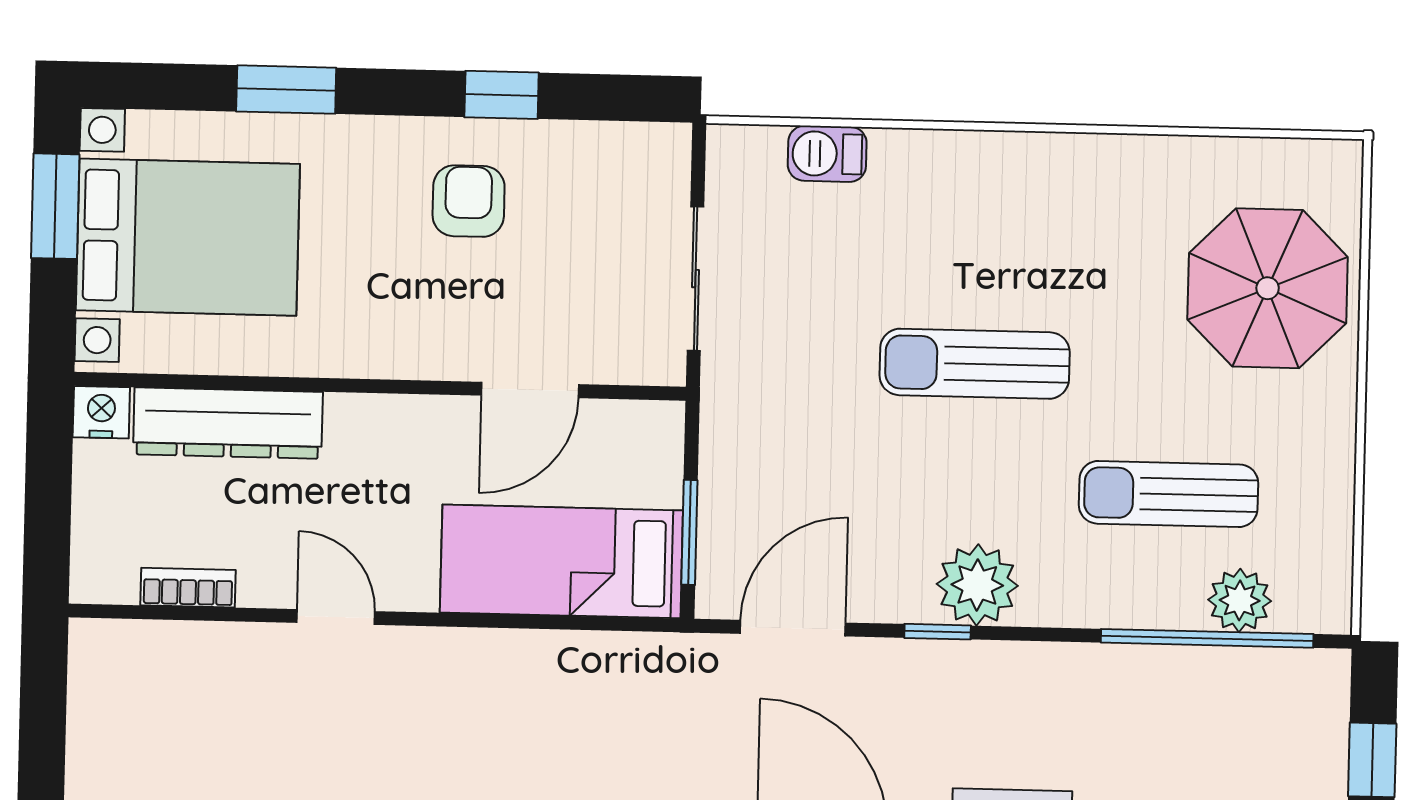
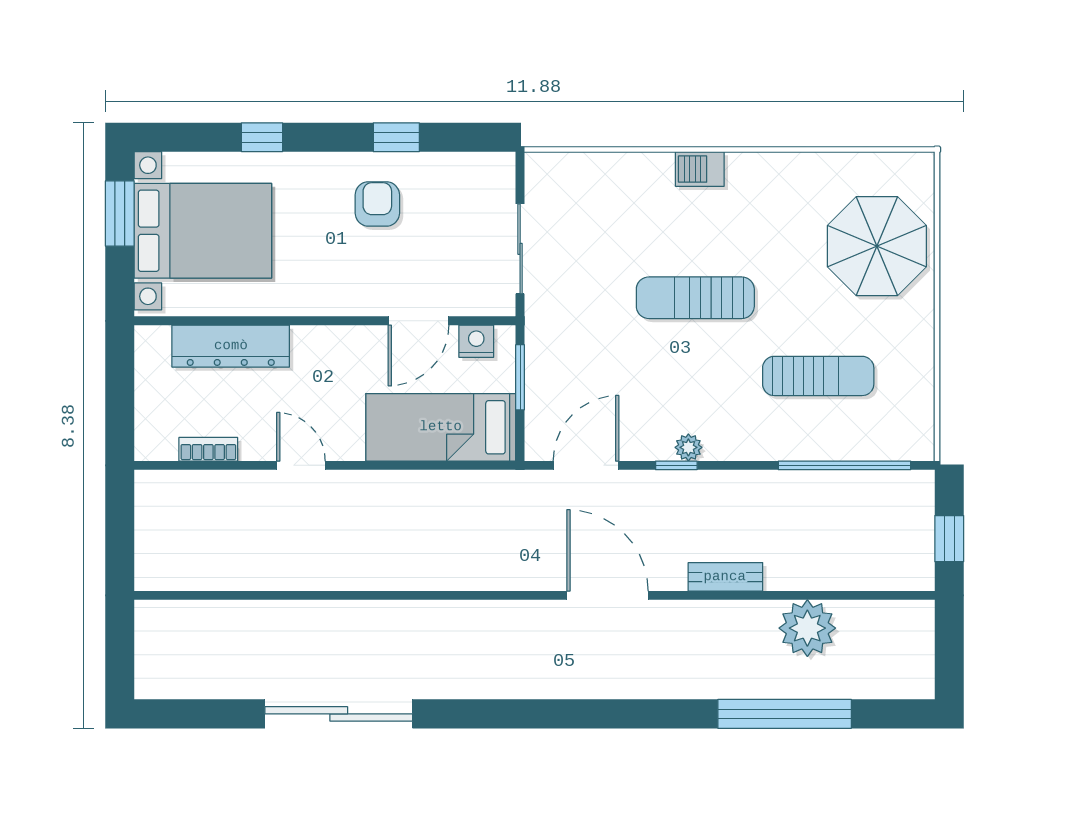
window: (286, 90) -> (262, 137), width x0.67
barbecue: (827, 154) -> (700, 169), moved
nightstand: (101, 412) -> (476, 341), moved
sun lounger: (1169, 494) -> (818, 376), turned 180
window: (689, 532) -> (520, 377), moved
plant: (977, 585) -> (688, 447), width x0.53, depth x0.53
plant: (1240, 600) -> (864, 441), removed

